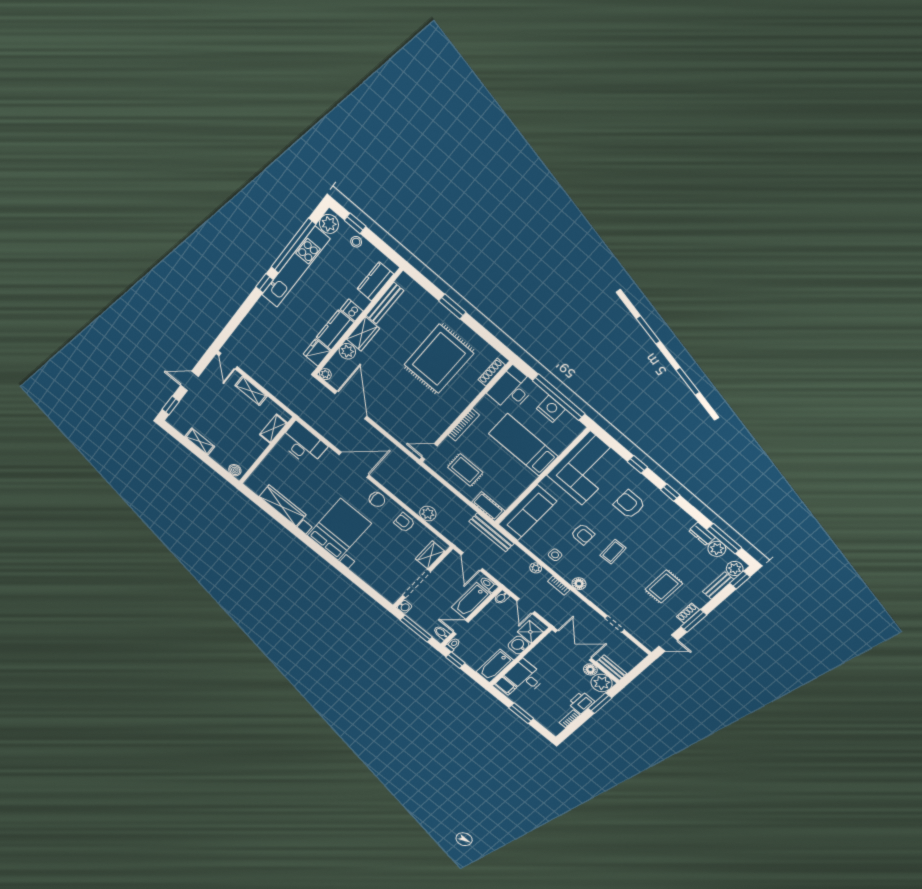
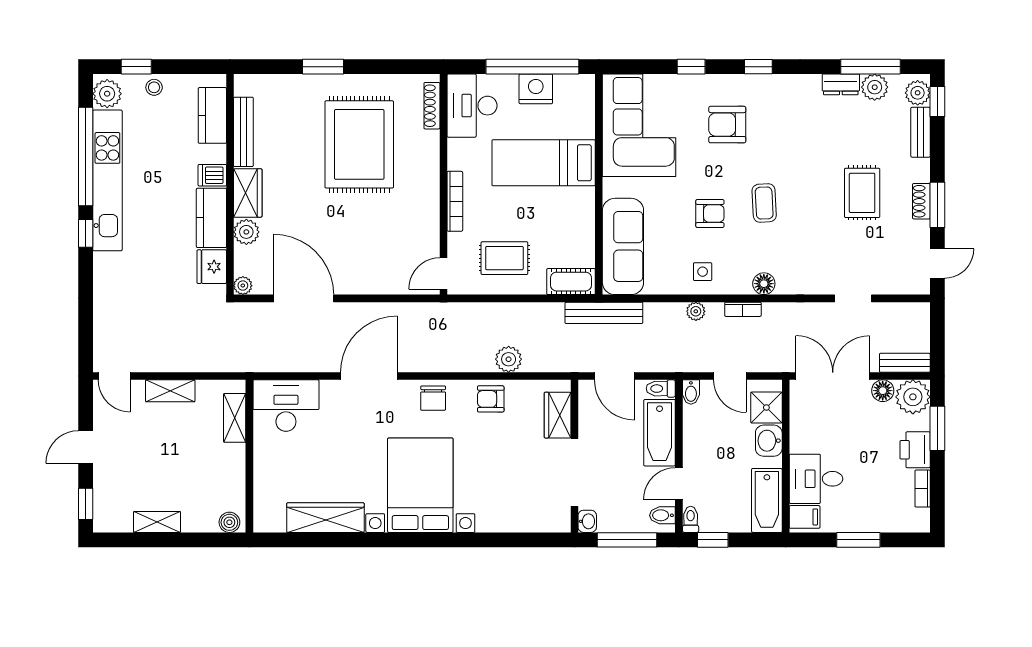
chair: (377, 500) -> (433, 398), turned 90

